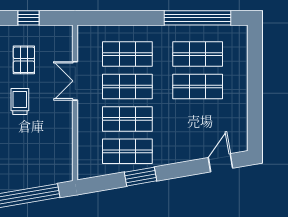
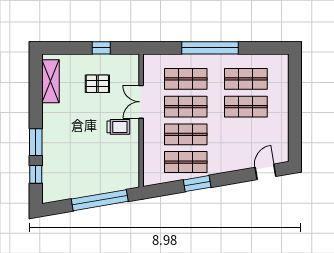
window: (198, 18) -> (210, 48), moved
pallet: (24, 60) -> (97, 84), turned 90
trolley: (20, 101) -> (118, 127), moved, turned 90

